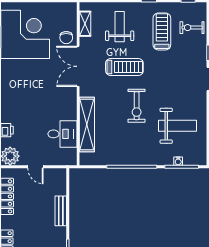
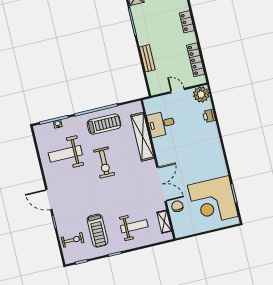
weight bench: (120, 27) -> (134, 226), turned -90
treadmill: (124, 67) -> (104, 124), moved, turned 180
exercise bike: (137, 106) -> (104, 163), turned 180

